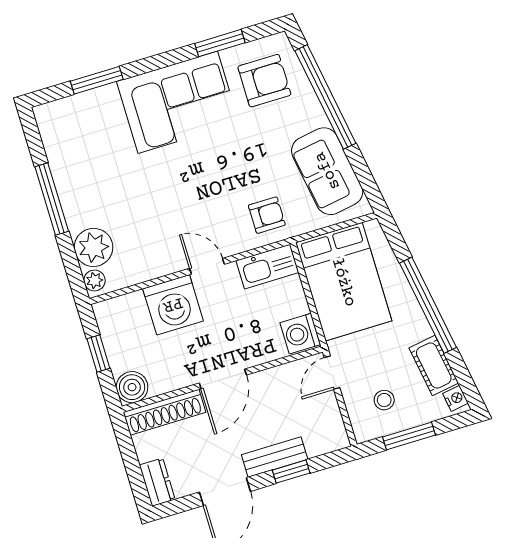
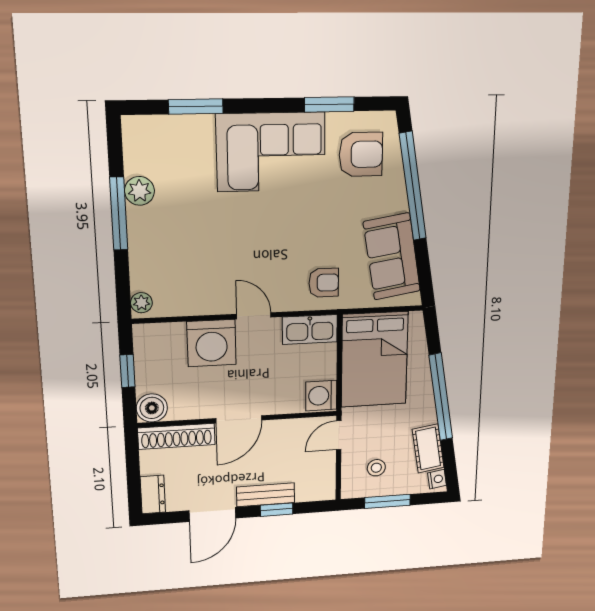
plant: (94, 247) -> (139, 191), moved, width x0.73, depth x0.73

